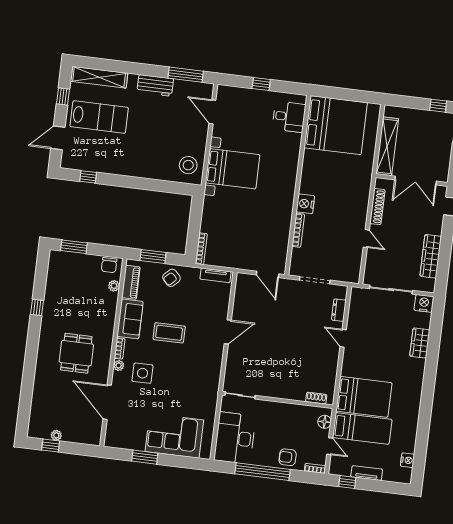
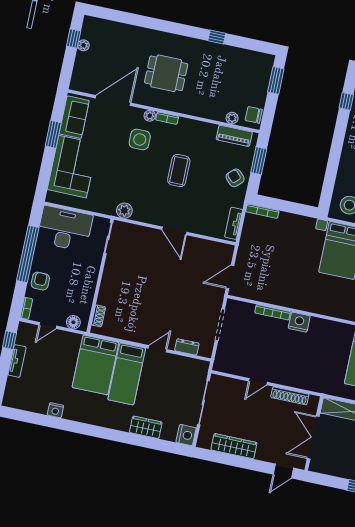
sofa: (130, 319) -> (74, 117), moved, turned -90
plant: (212, 382) -> (124, 211), added
bed: (362, 428) -> (127, 374), moved
nightstand: (408, 460) -> (55, 410), moved

